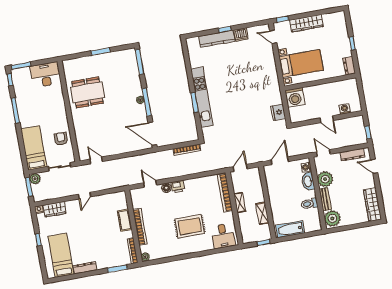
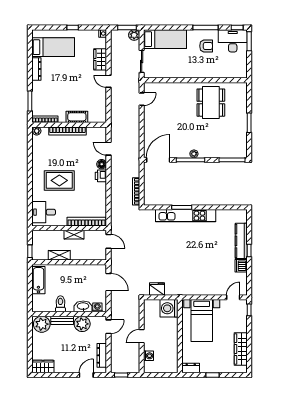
wardrobe: (306, 23) -> (241, 349), moved
desk: (45, 75) -> (233, 41), moved, turned -90
armchair: (61, 139) -> (206, 46), moved
door: (150, 184) -> (109, 149), swing flipped
wardrobe: (372, 205) -> (43, 367), width x0.67
wardrobe: (55, 209) -> (100, 59), moved
rug: (190, 226) -> (59, 180), turned 90

